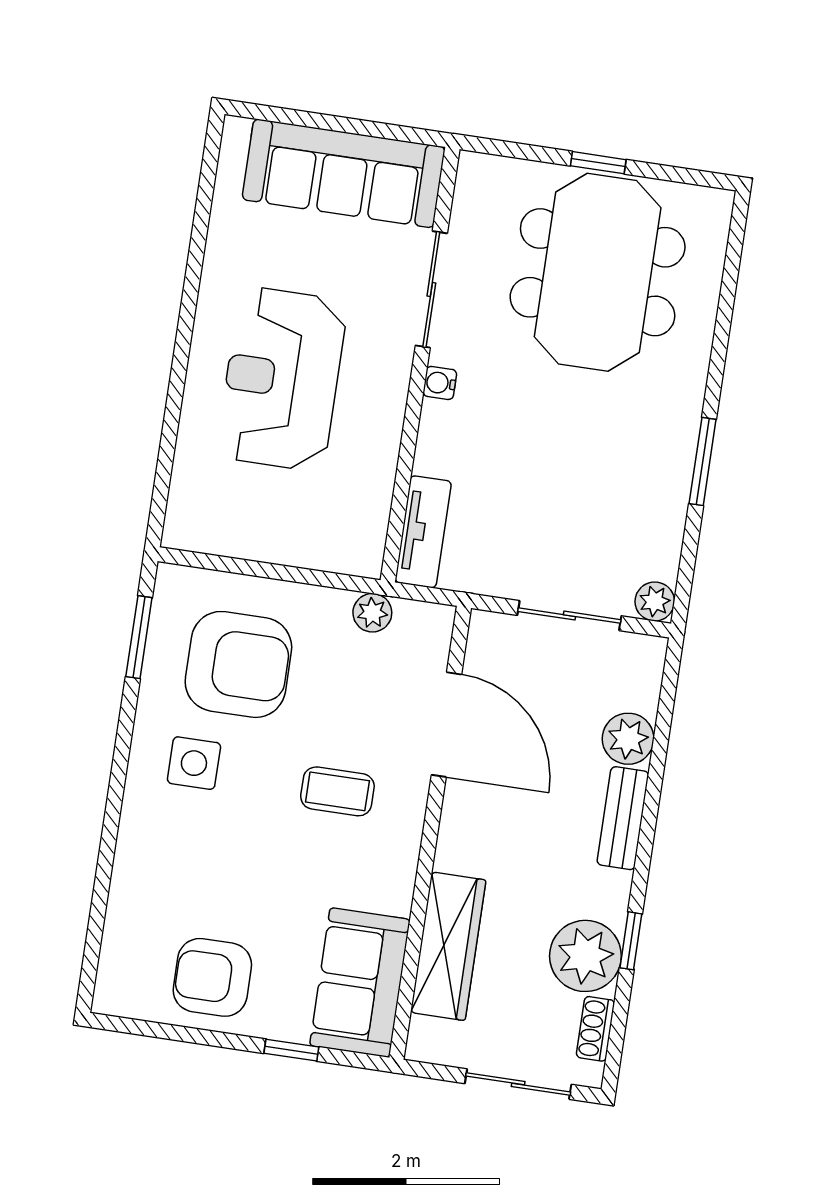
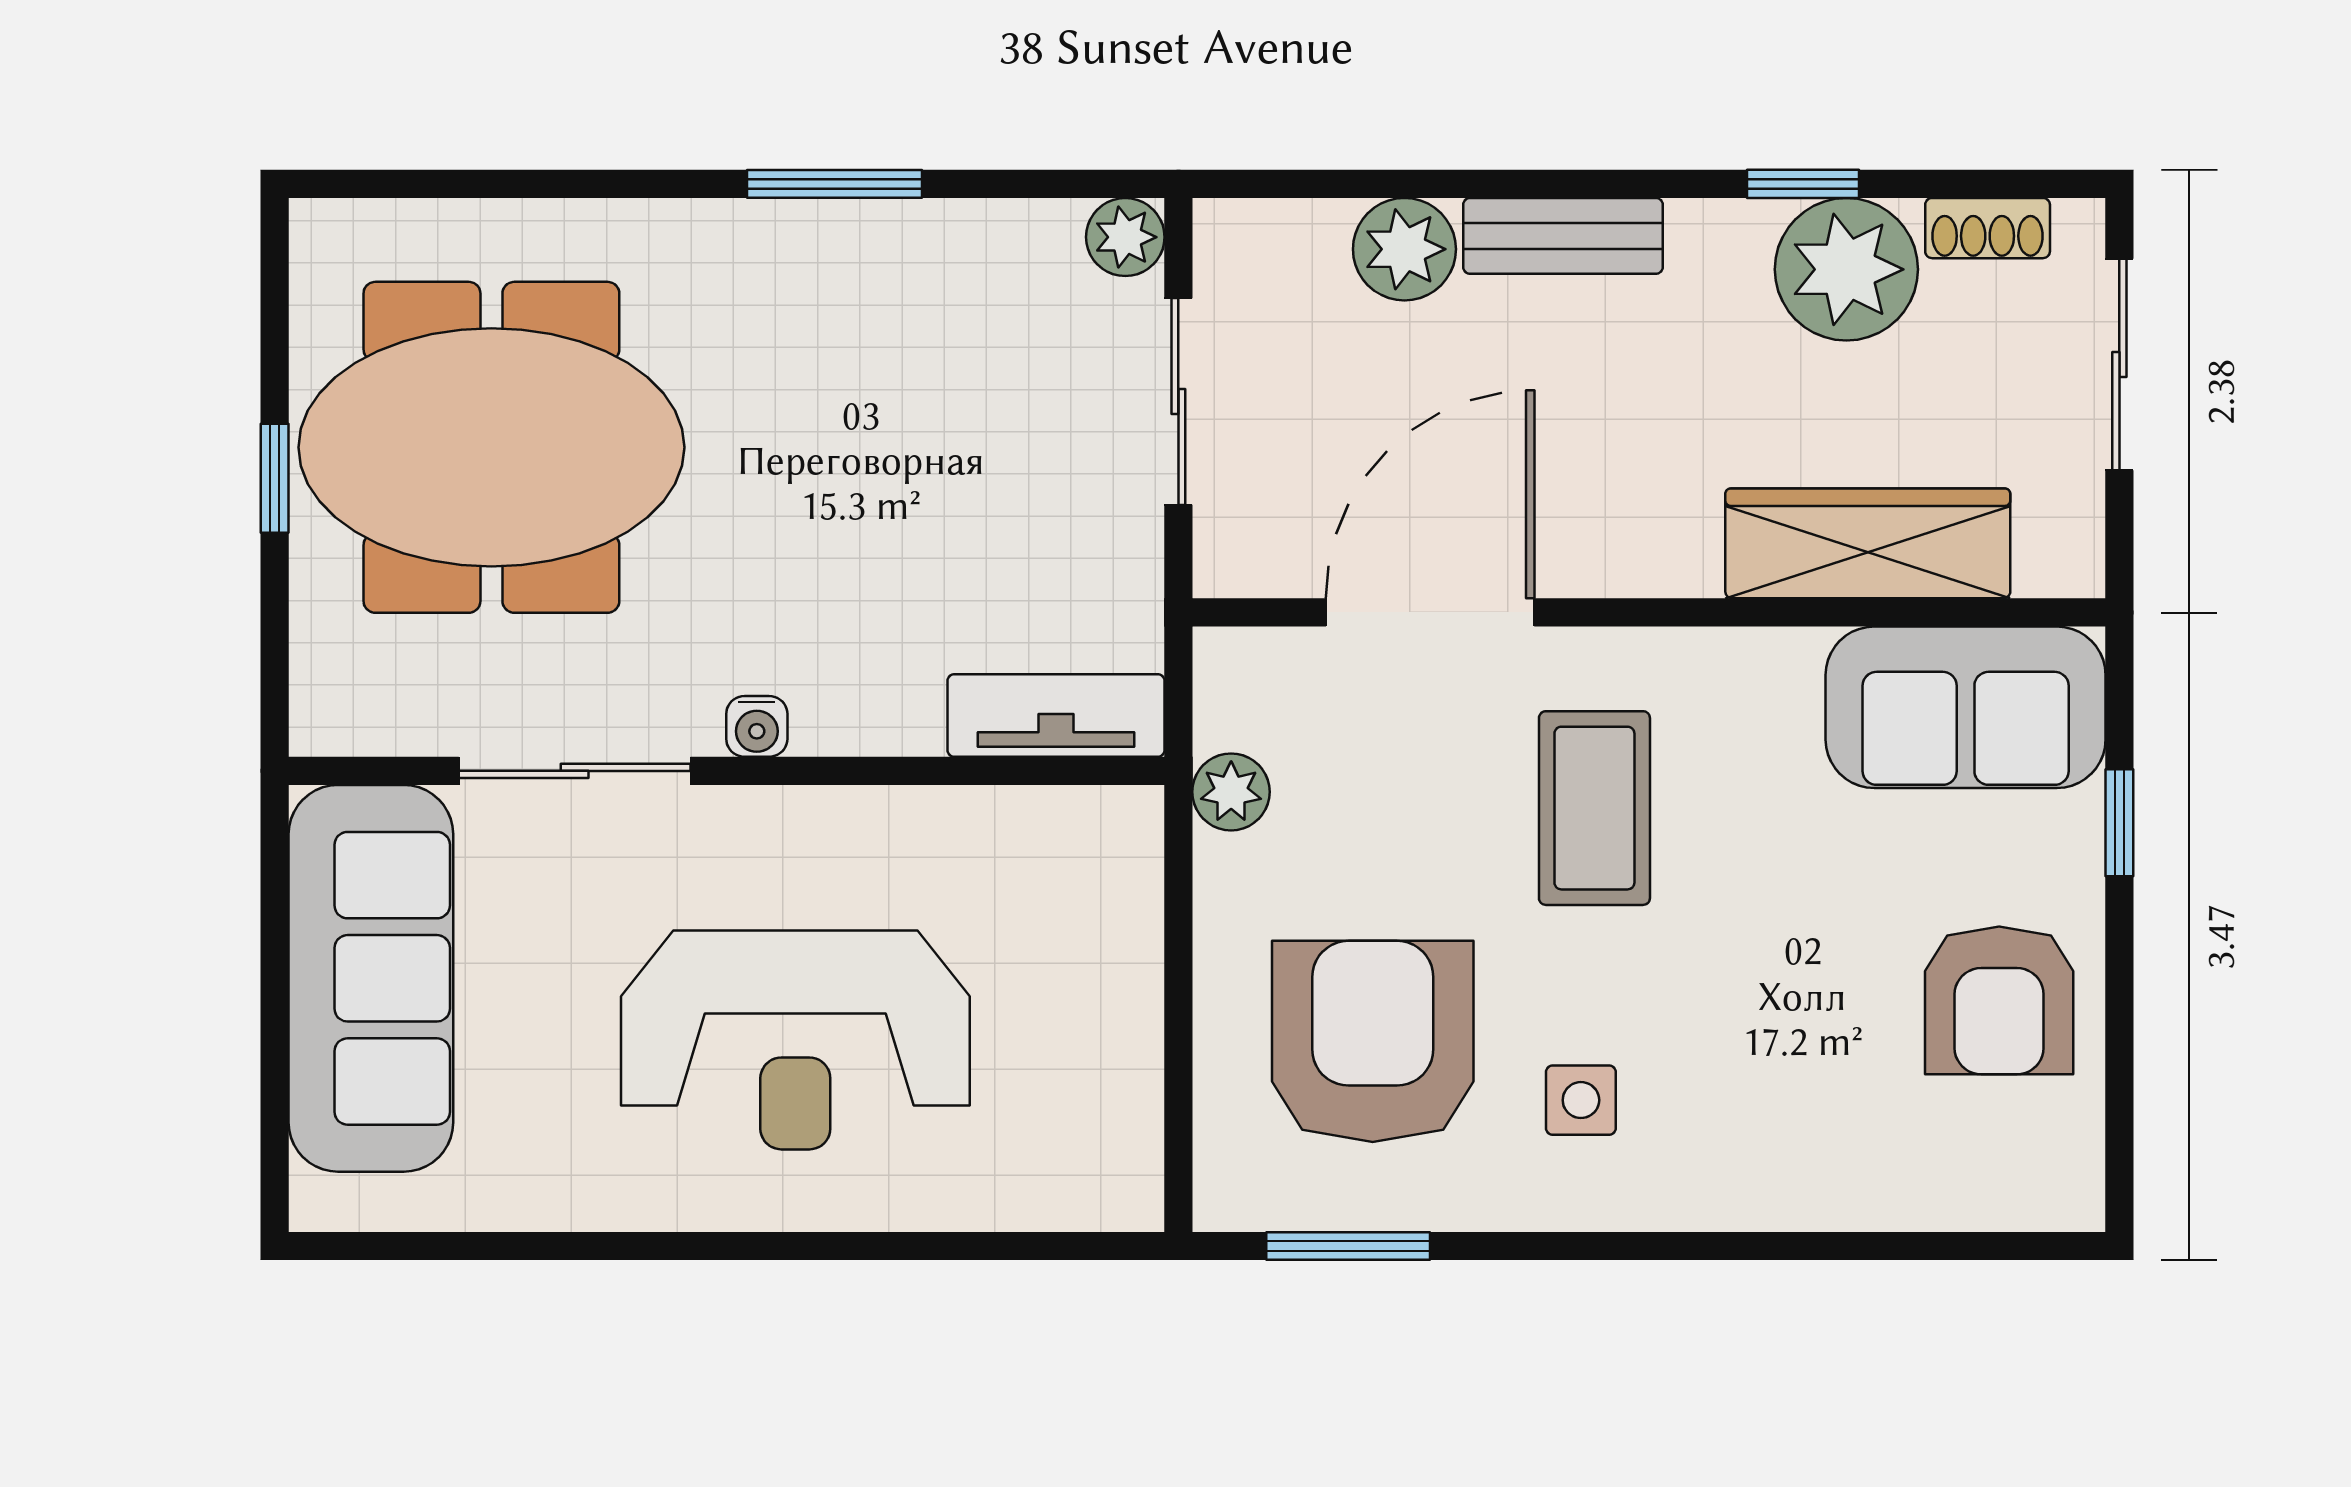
side table: (194, 763) -> (1581, 1100), width x0.73, depth x0.73
coffee table: (337, 791) -> (1594, 808), width x1.36, depth x1.30

